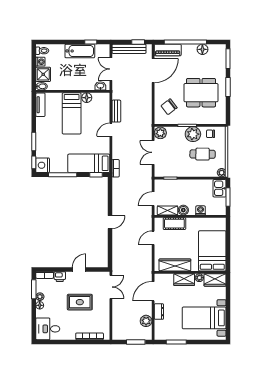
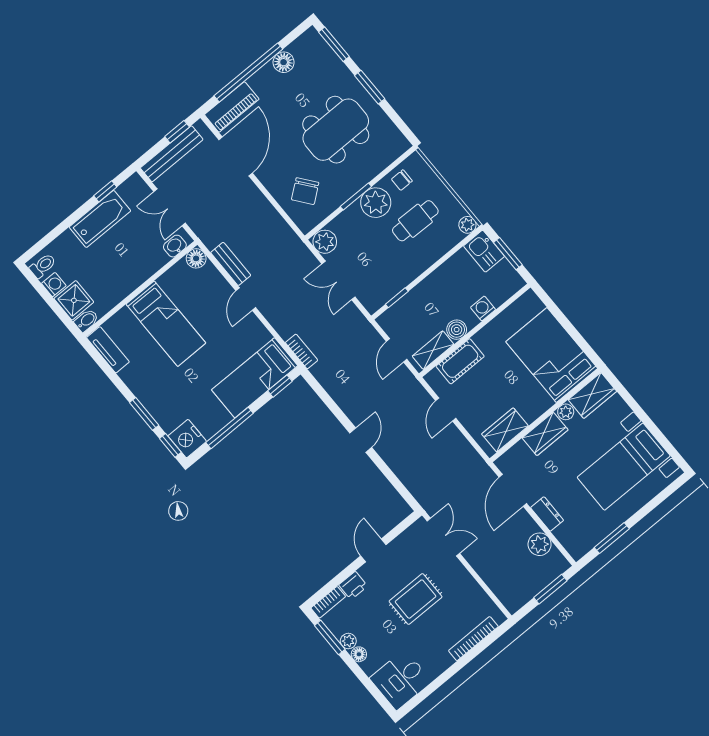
floor lamp: (87, 98) -> (196, 258), moved
wardrobe: (175, 265) -> (505, 430), width x0.67

